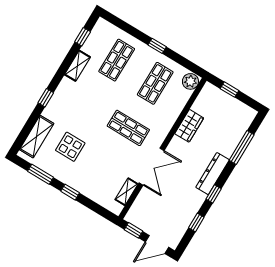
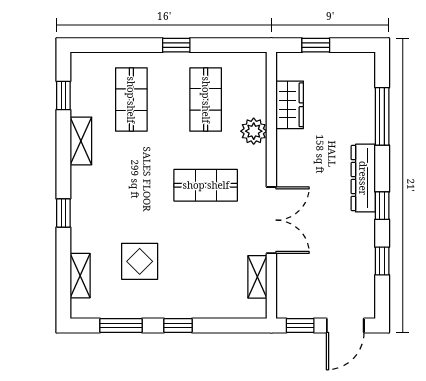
plant: (190, 81) -> (254, 131), moved
wardrobe: (189, 126) -> (290, 105), moved
shelving: (37, 137) -> (80, 276), width x0.67, depth x0.75

